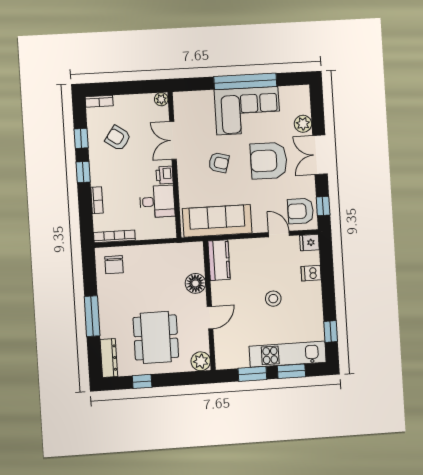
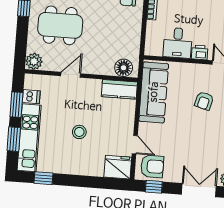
armchair: (269, 161) -> (200, 145), removed
armchair: (300, 211) -> (152, 166), turned 90
door: (279, 234) -> (135, 145), hinge flipped
fridge: (309, 243) -> (118, 167), width x1.88, depth x1.34
dishwasher: (311, 273) -> (31, 97), moved, turned 90
floor lamp: (195, 283) -> (124, 68), moved
door: (210, 318) -> (71, 75), swing flipped

